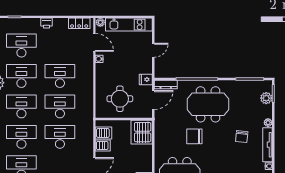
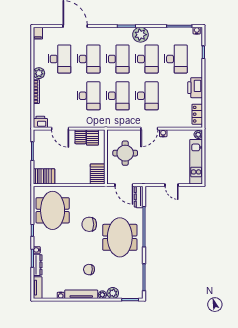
printer: (47, 23) -> (195, 88), width x1.87, depth x1.48
door: (94, 42) -> (149, 129), moved
fridge: (146, 79) -> (144, 178), removed
plant: (266, 98) -> (113, 293), moved
server rack: (142, 132) -> (98, 174), width x0.63
chair: (194, 136) -> (89, 224), turned -90

